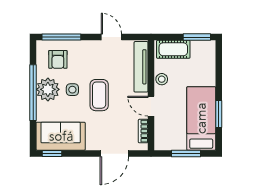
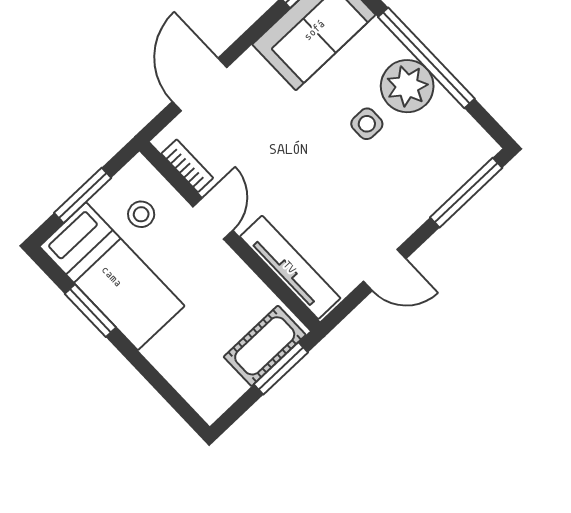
window: (197, 37) -> (281, 368), moved
armchair: (58, 59) -> (437, 151), removed
stool: (162, 79) -> (141, 214), moved
coffee table: (99, 95) -> (315, 156), removed
door: (151, 106) -> (213, 219), hinge flipped

